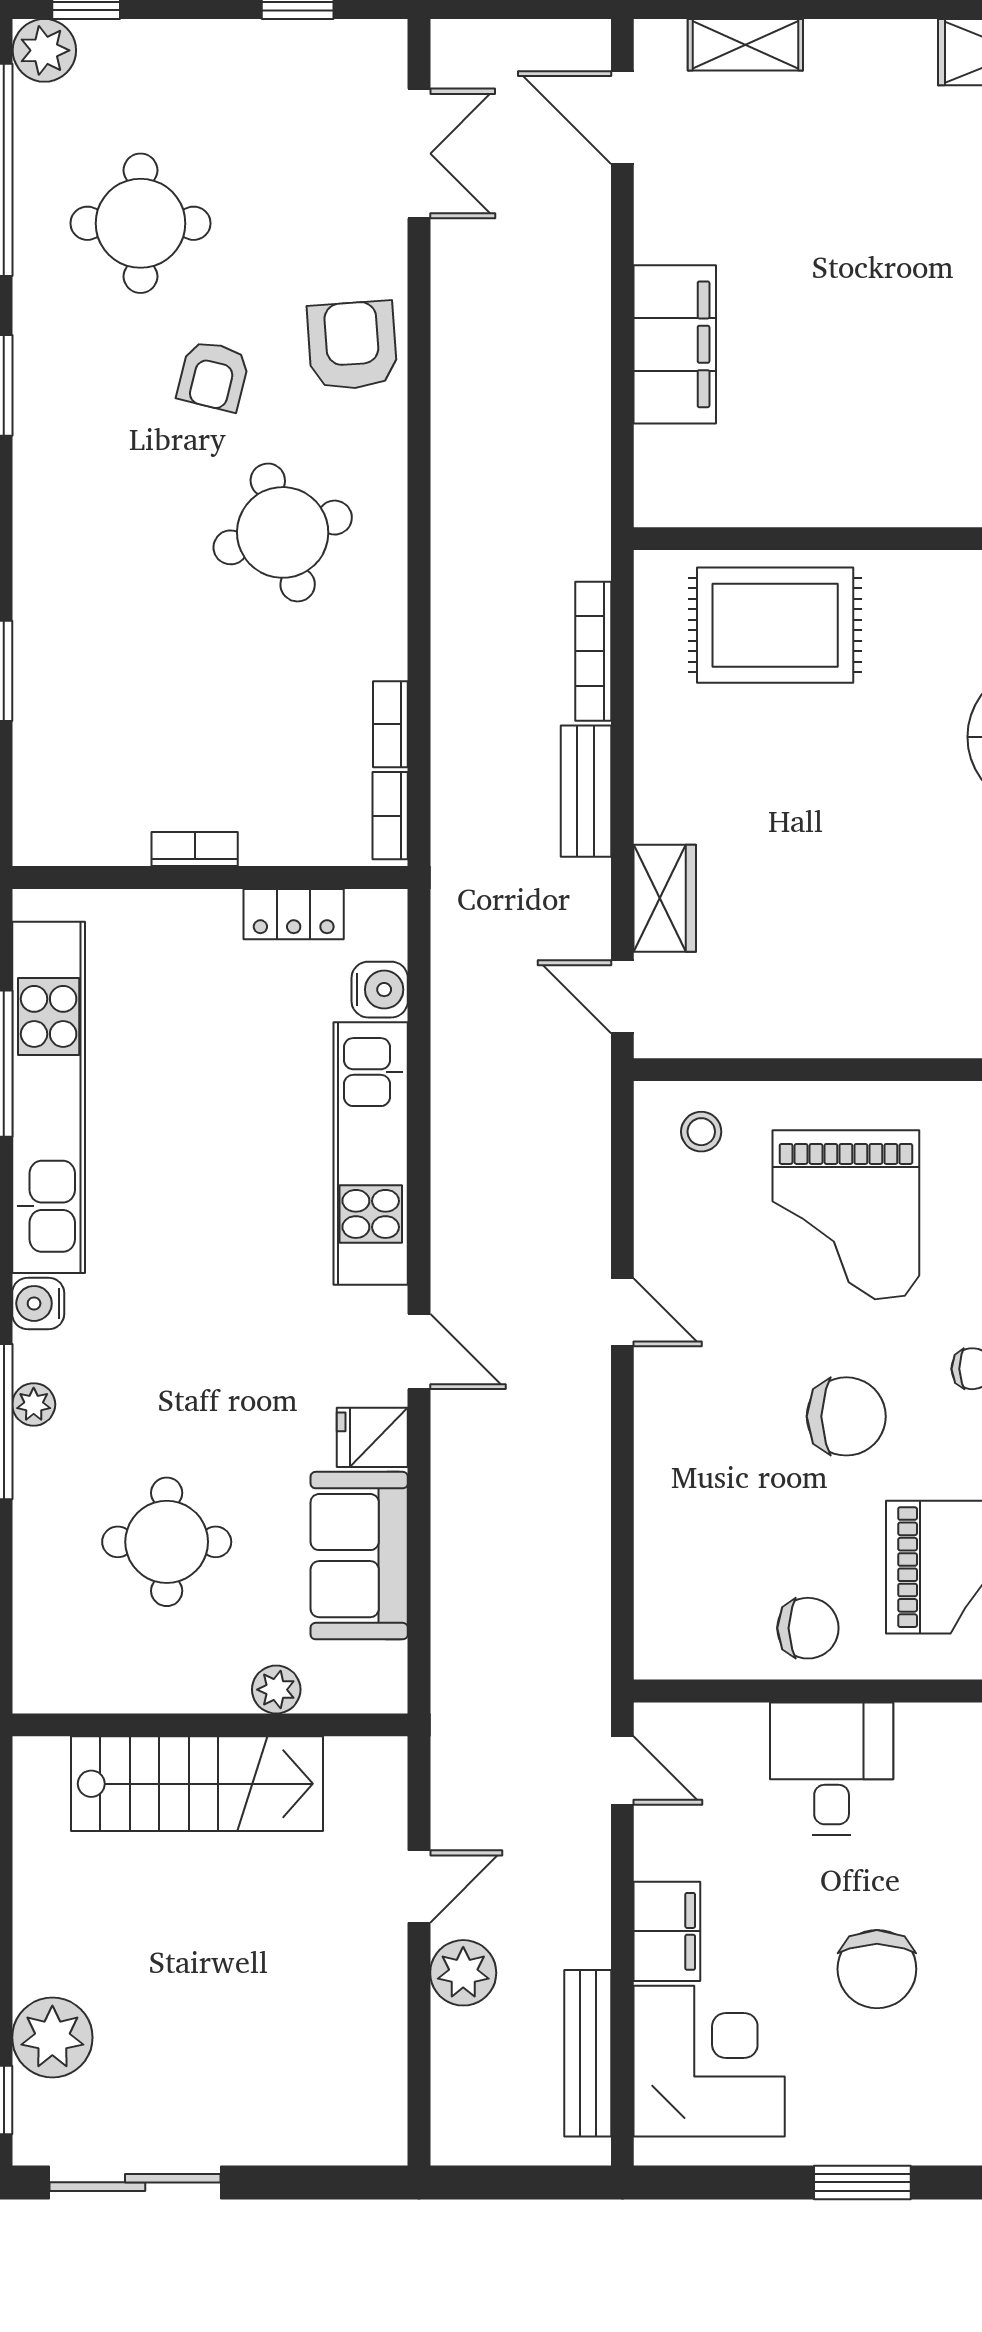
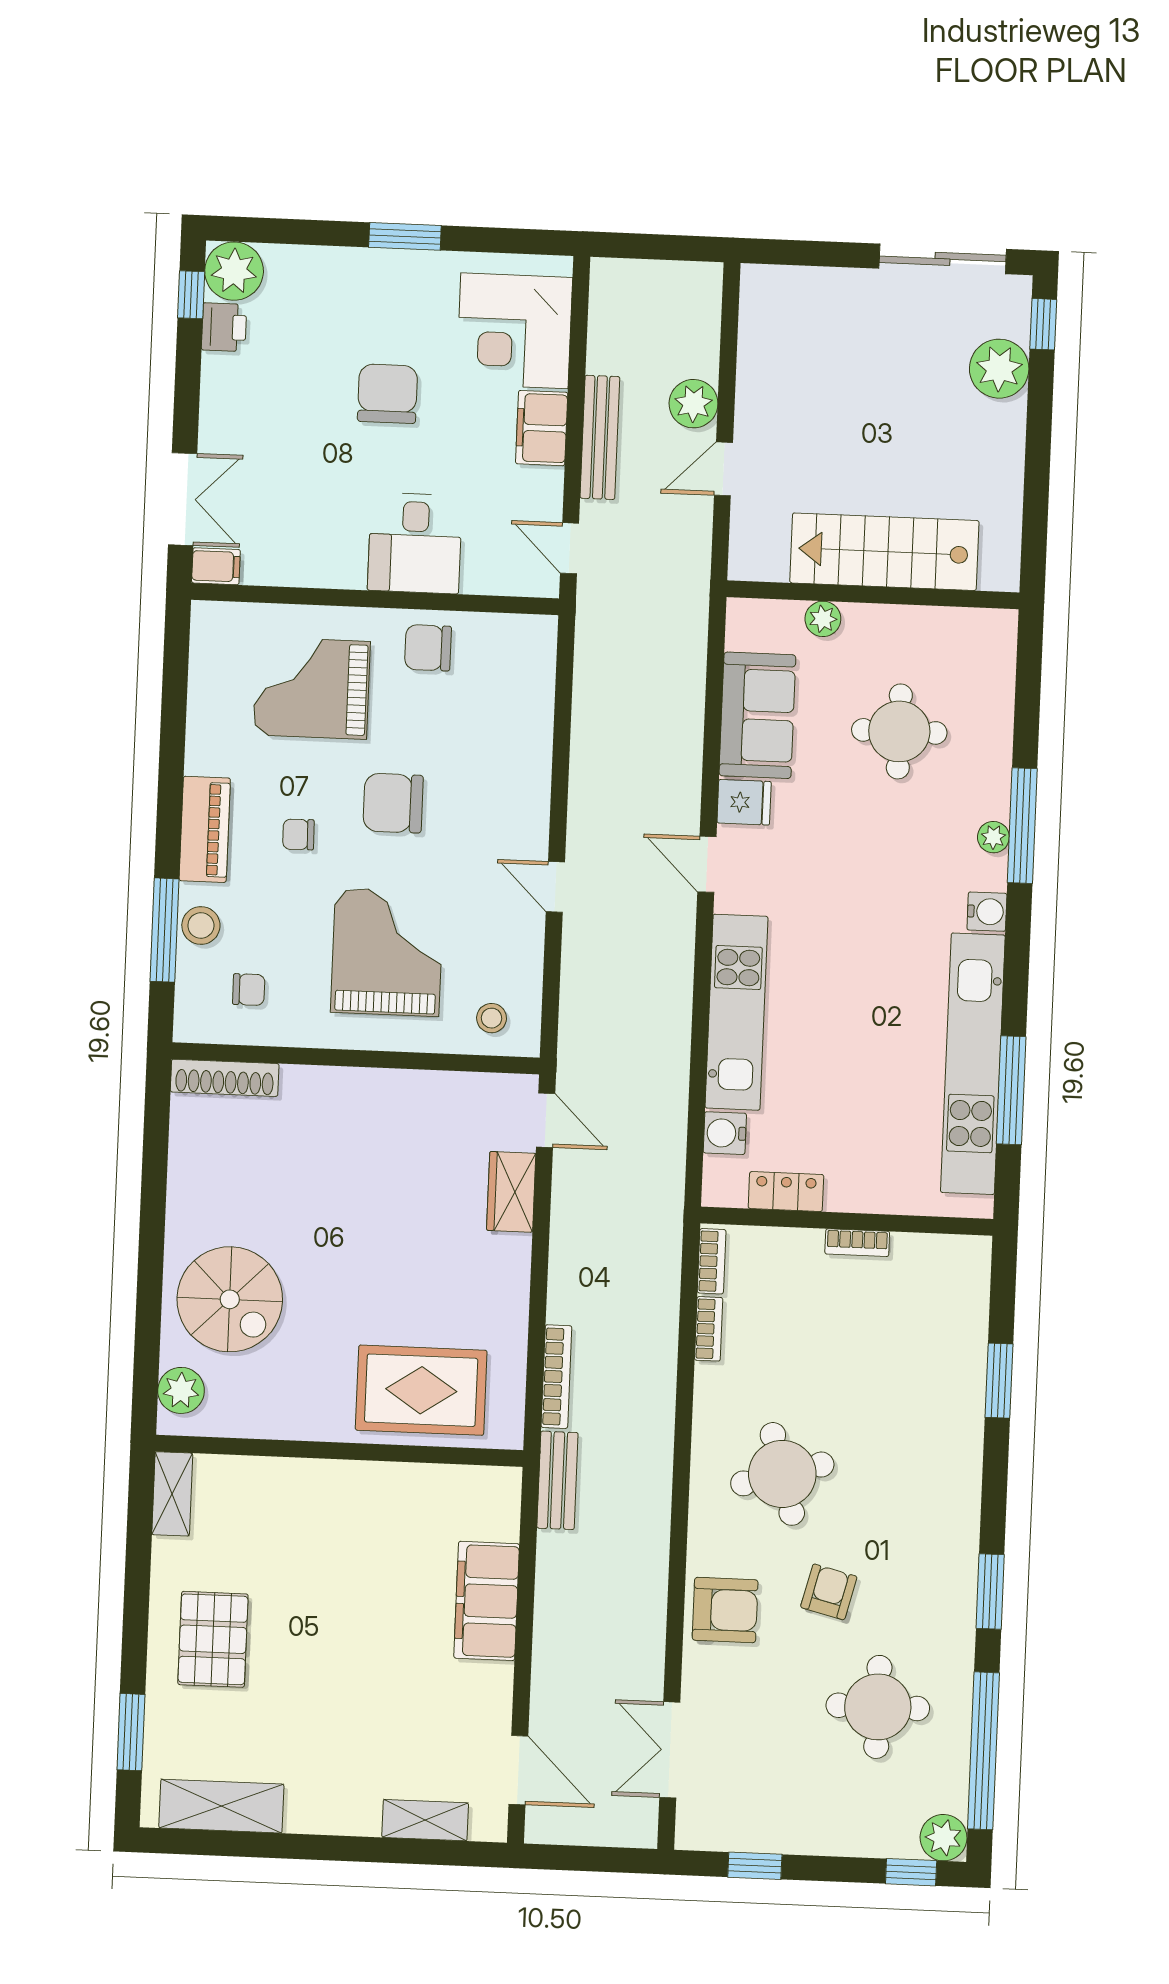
armchair: (352, 345) -> (725, 1610), turned -86
bench: (586, 791) -> (557, 1480), moved
bench: (588, 2053) -> (600, 437), moved

